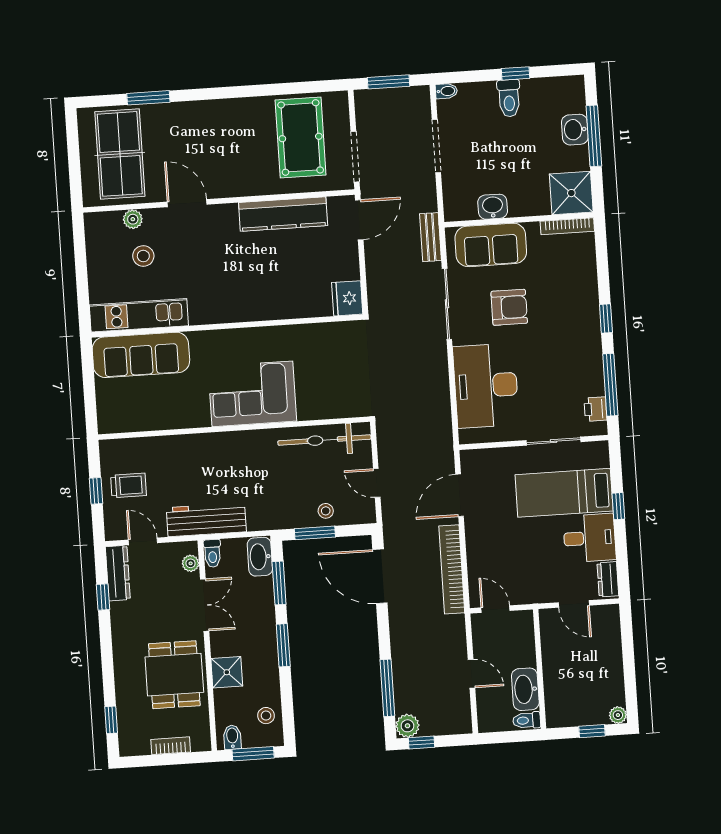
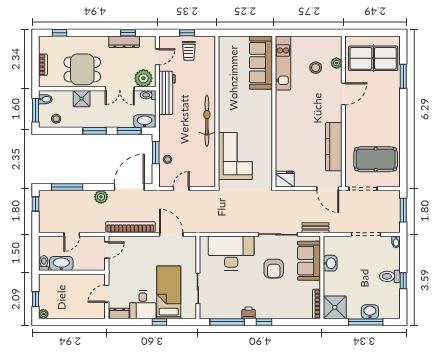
corner sofa: (252, 394) -> (235, 156), moved
printer: (595, 409) -> (249, 313), moved
bicycle: (324, 440) -> (207, 121), moved
plant: (191, 563) -> (143, 78), width x1.88, depth x1.88
dresser: (118, 573) -> (124, 42), moved
plant: (407, 726) -> (101, 197), moved

